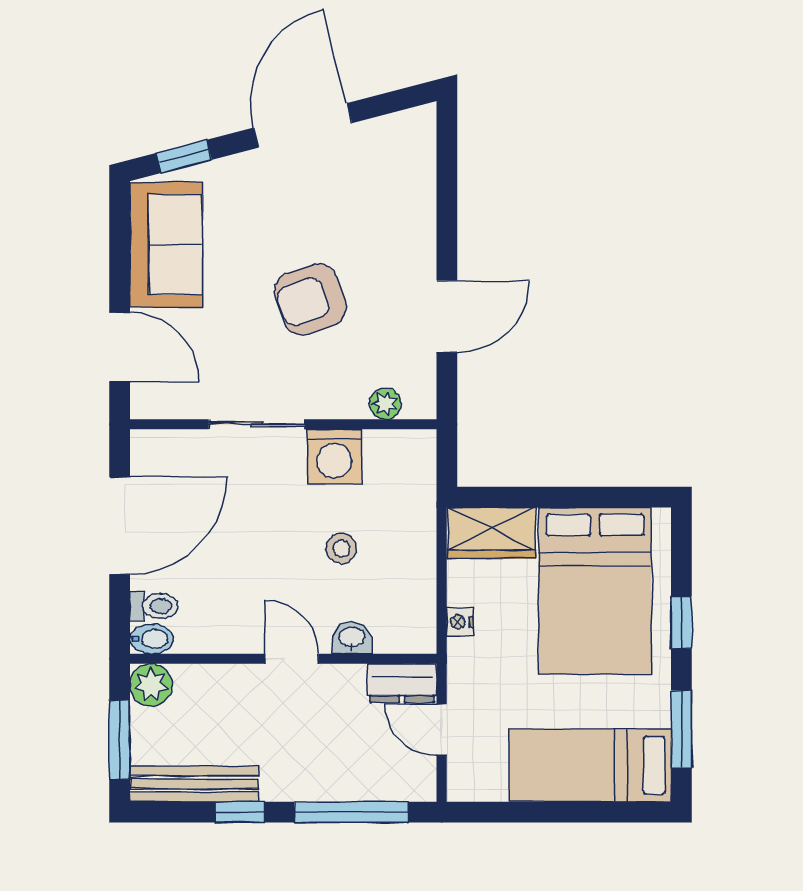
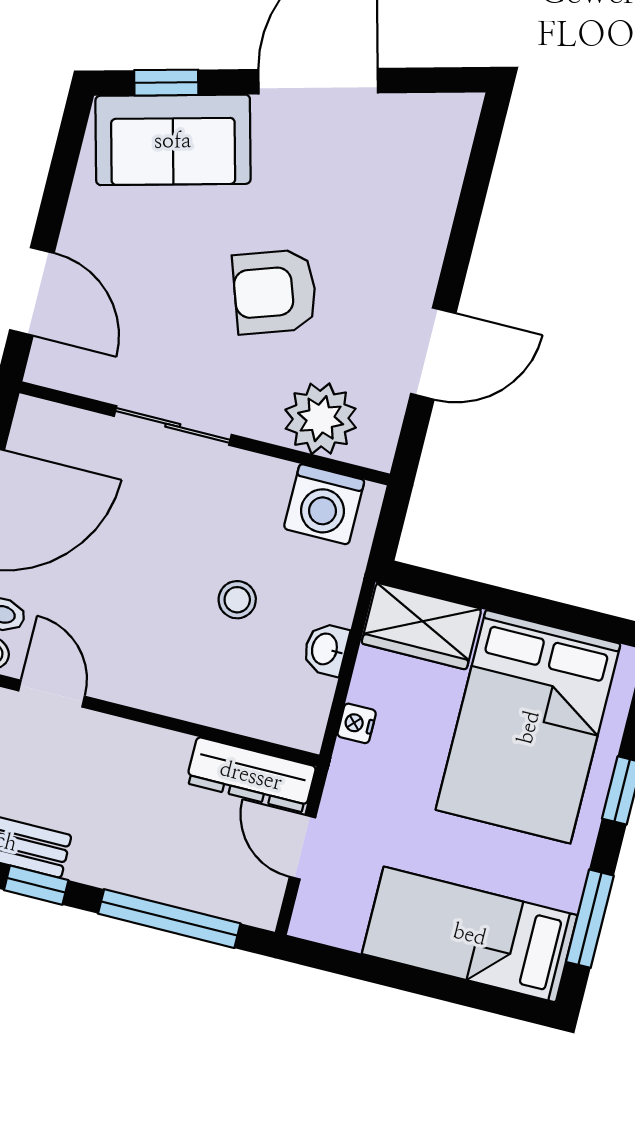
sofa: (166, 245) -> (173, 140), moved, turned 75
plant: (385, 404) -> (321, 419), width x1.87, depth x1.87
washing machine: (334, 456) -> (324, 504), moved
washbasin: (352, 638) -> (326, 649), moved, turned -90
door: (292, 659) -> (51, 694), moved
dresser: (402, 683) -> (251, 775), width x1.44

